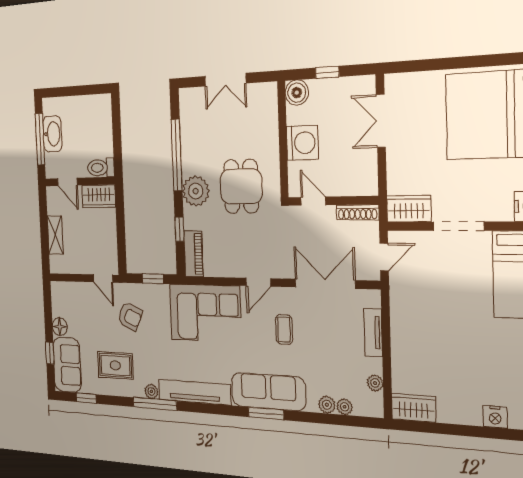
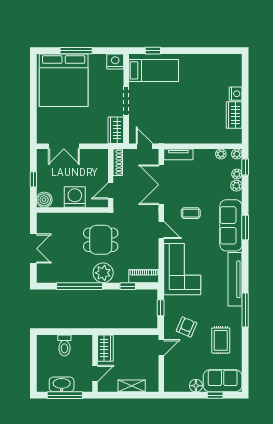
toilet: (101, 168) -> (64, 345), moved
tv unit: (373, 333) -> (178, 154), moved
plant: (151, 391) -> (237, 154), moved
window: (86, 398) -> (245, 167), moved
wardrobe: (413, 408) -> (234, 115), moved
nightstand: (495, 417) -> (236, 94), moved

